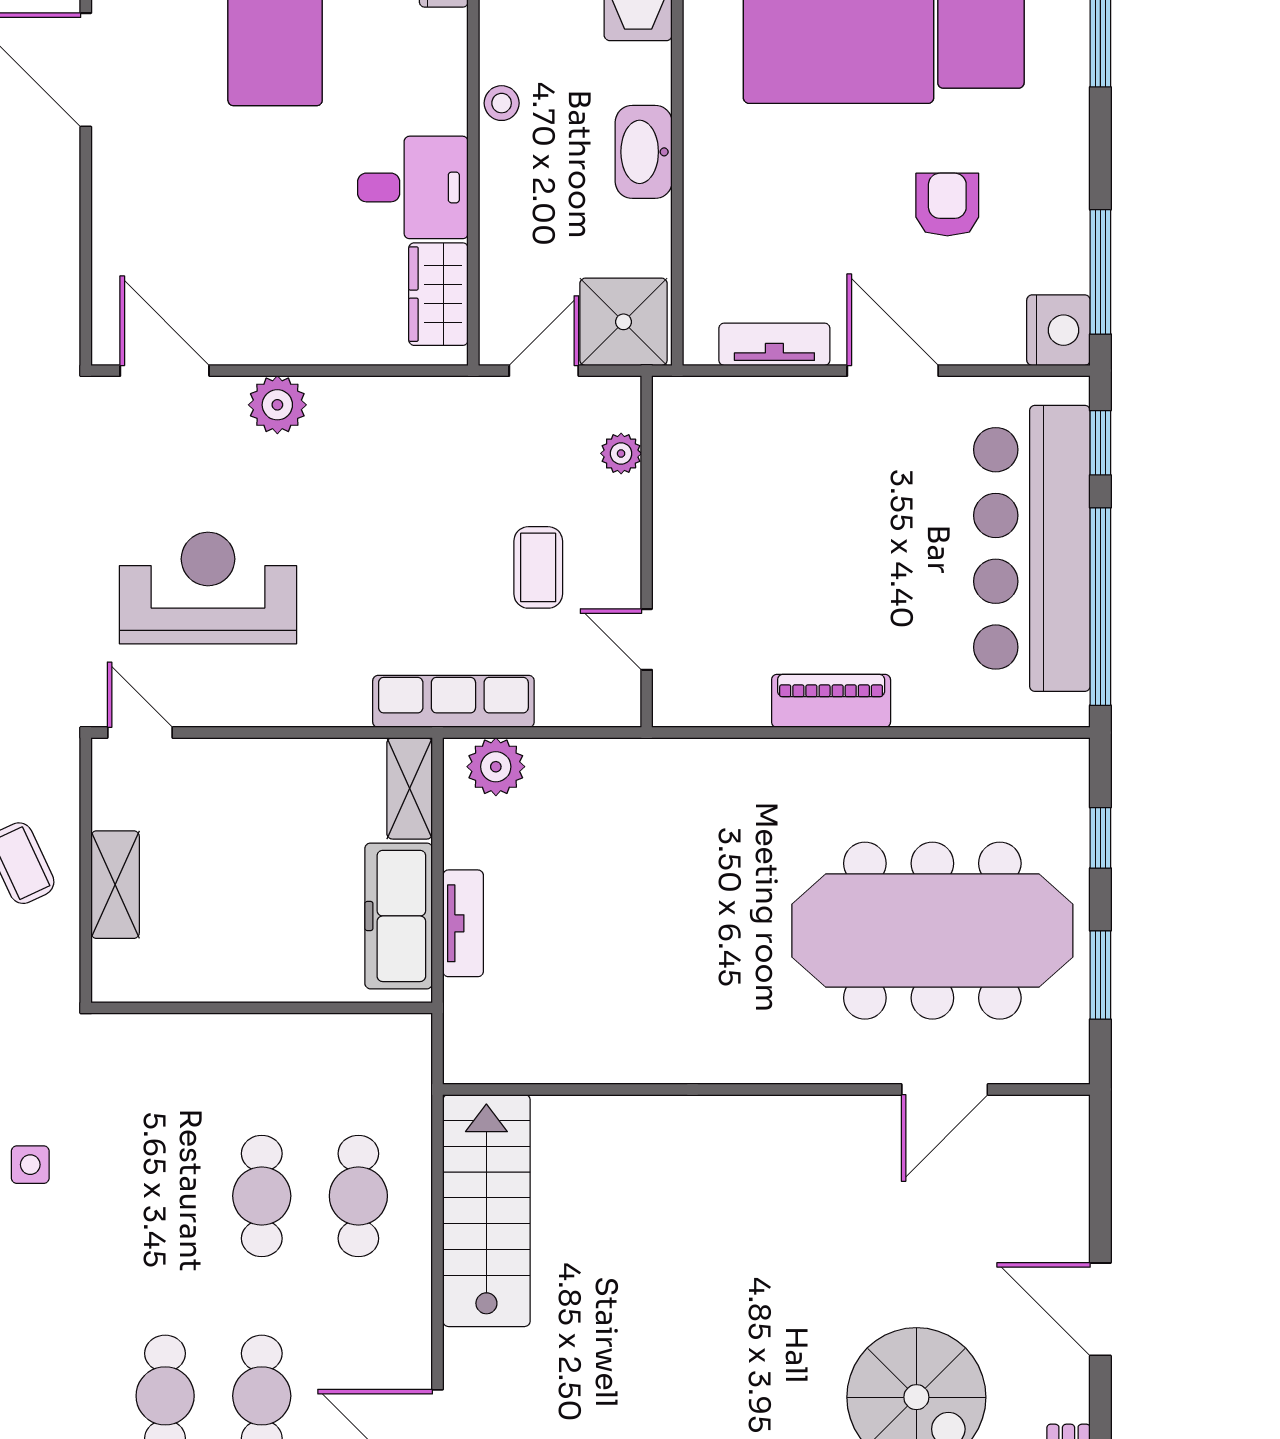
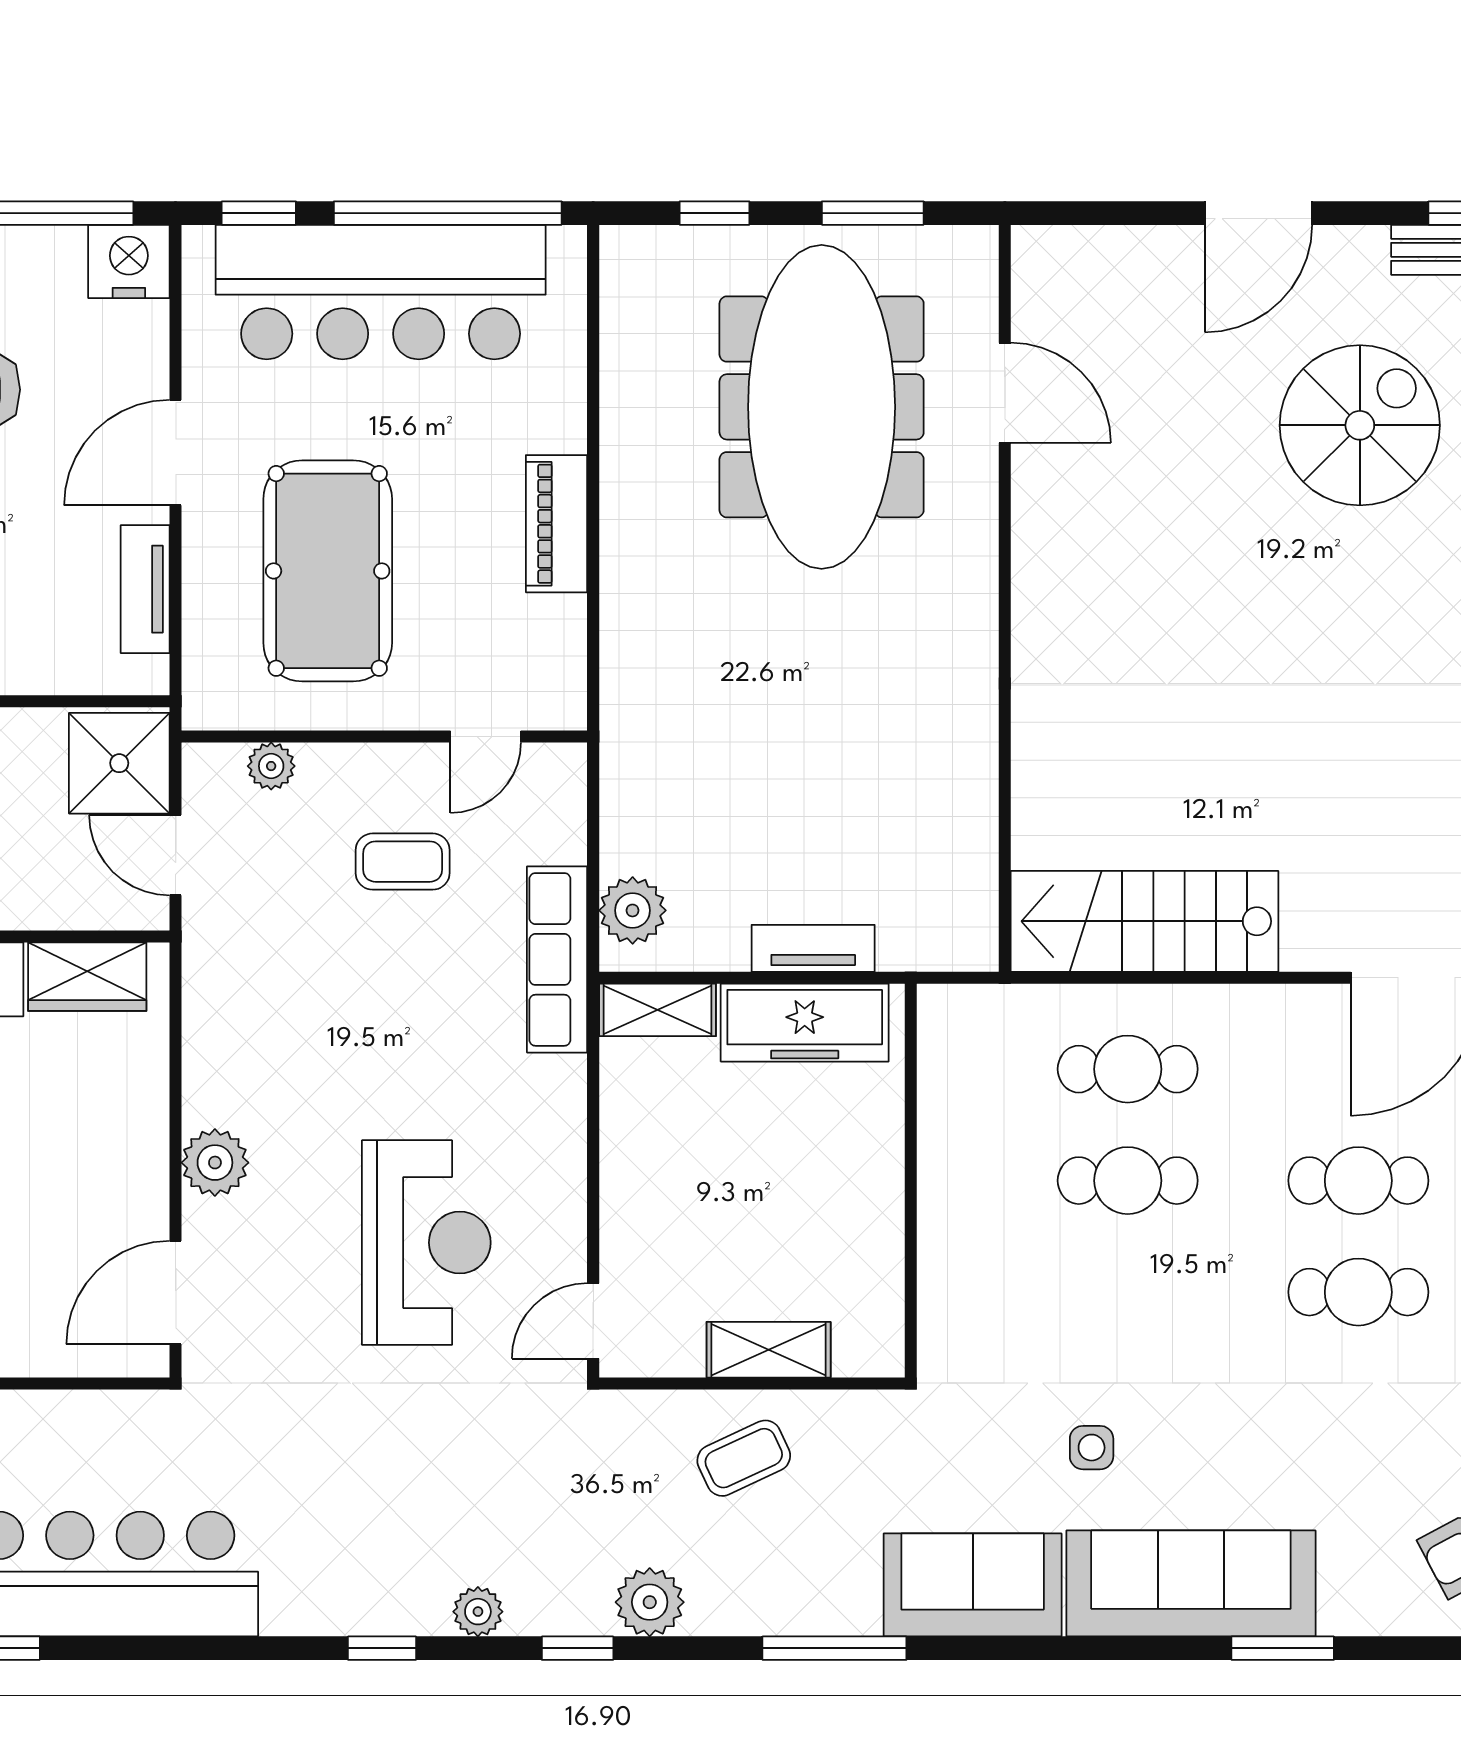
pool table: (790, 502) -> (328, 571), added
reception desk: (208, 588) -> (426, 1243), turned 180

